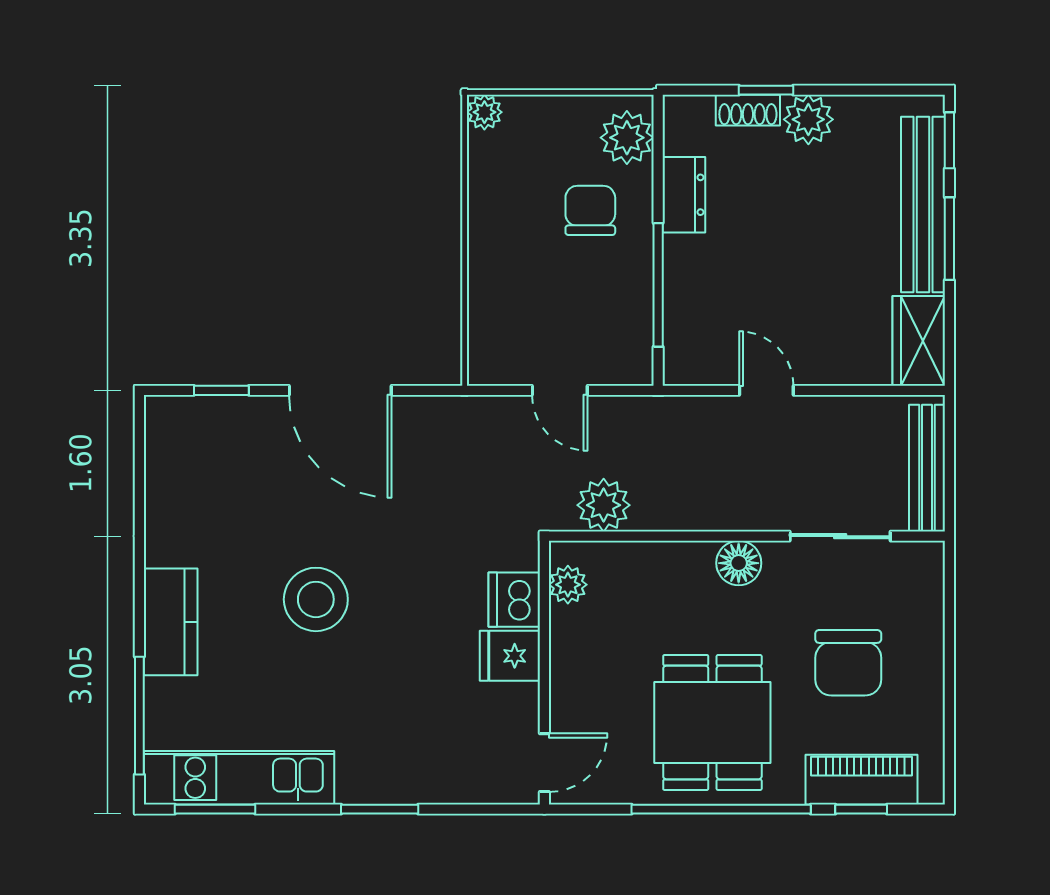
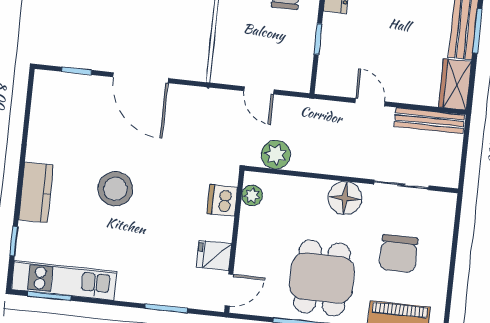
window: (658, 285) -> (318, 39), width x0.46
bench: (927, 468) -> (429, 121), moved, turned 90
floor lamp: (739, 563) -> (345, 198), width x1.38, depth x1.38
fridge: (510, 656) -> (214, 255), moved
window: (139, 716) -> (14, 241), width x0.46
window: (380, 809) -> (166, 308), moved

